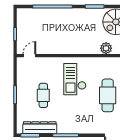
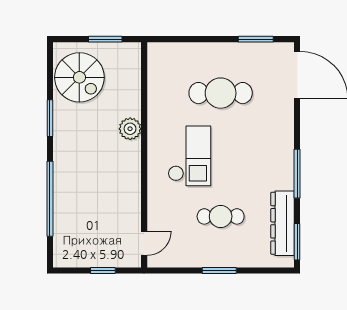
plant: (106, 48) -> (130, 129), moved
door: (29, 56) -> (144, 243), swing flipped
checkout: (75, 79) -> (189, 156), turned -90

